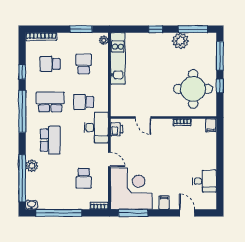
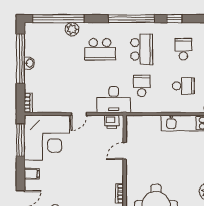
school desk: (84, 178) -> (58, 86), removed
washbasin: (31, 205) -> (29, 63), moved

